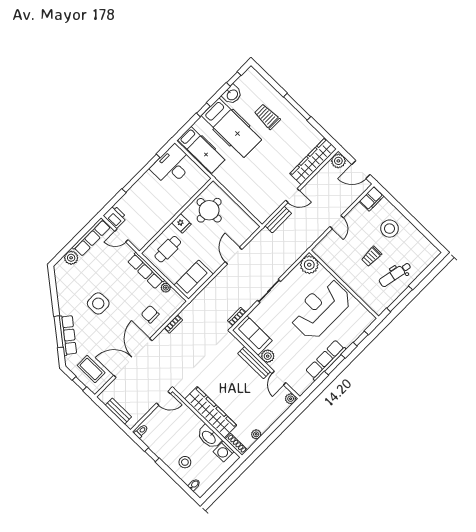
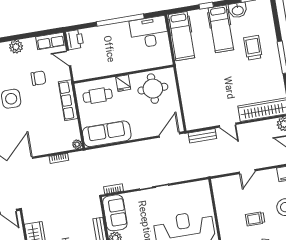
hospital bed: (231, 128) -> (221, 29), width x0.73, depth x0.78
row of seats: (91, 237) -> (50, 41), width x0.68
door: (234, 256) -> (169, 135), moved
plant: (309, 265) -> (201, 190), removed
sofa: (194, 280) -> (107, 134), width x1.36
plant: (166, 288) -> (77, 144), moved
chair: (150, 314) -> (38, 78), moved, turned 90

